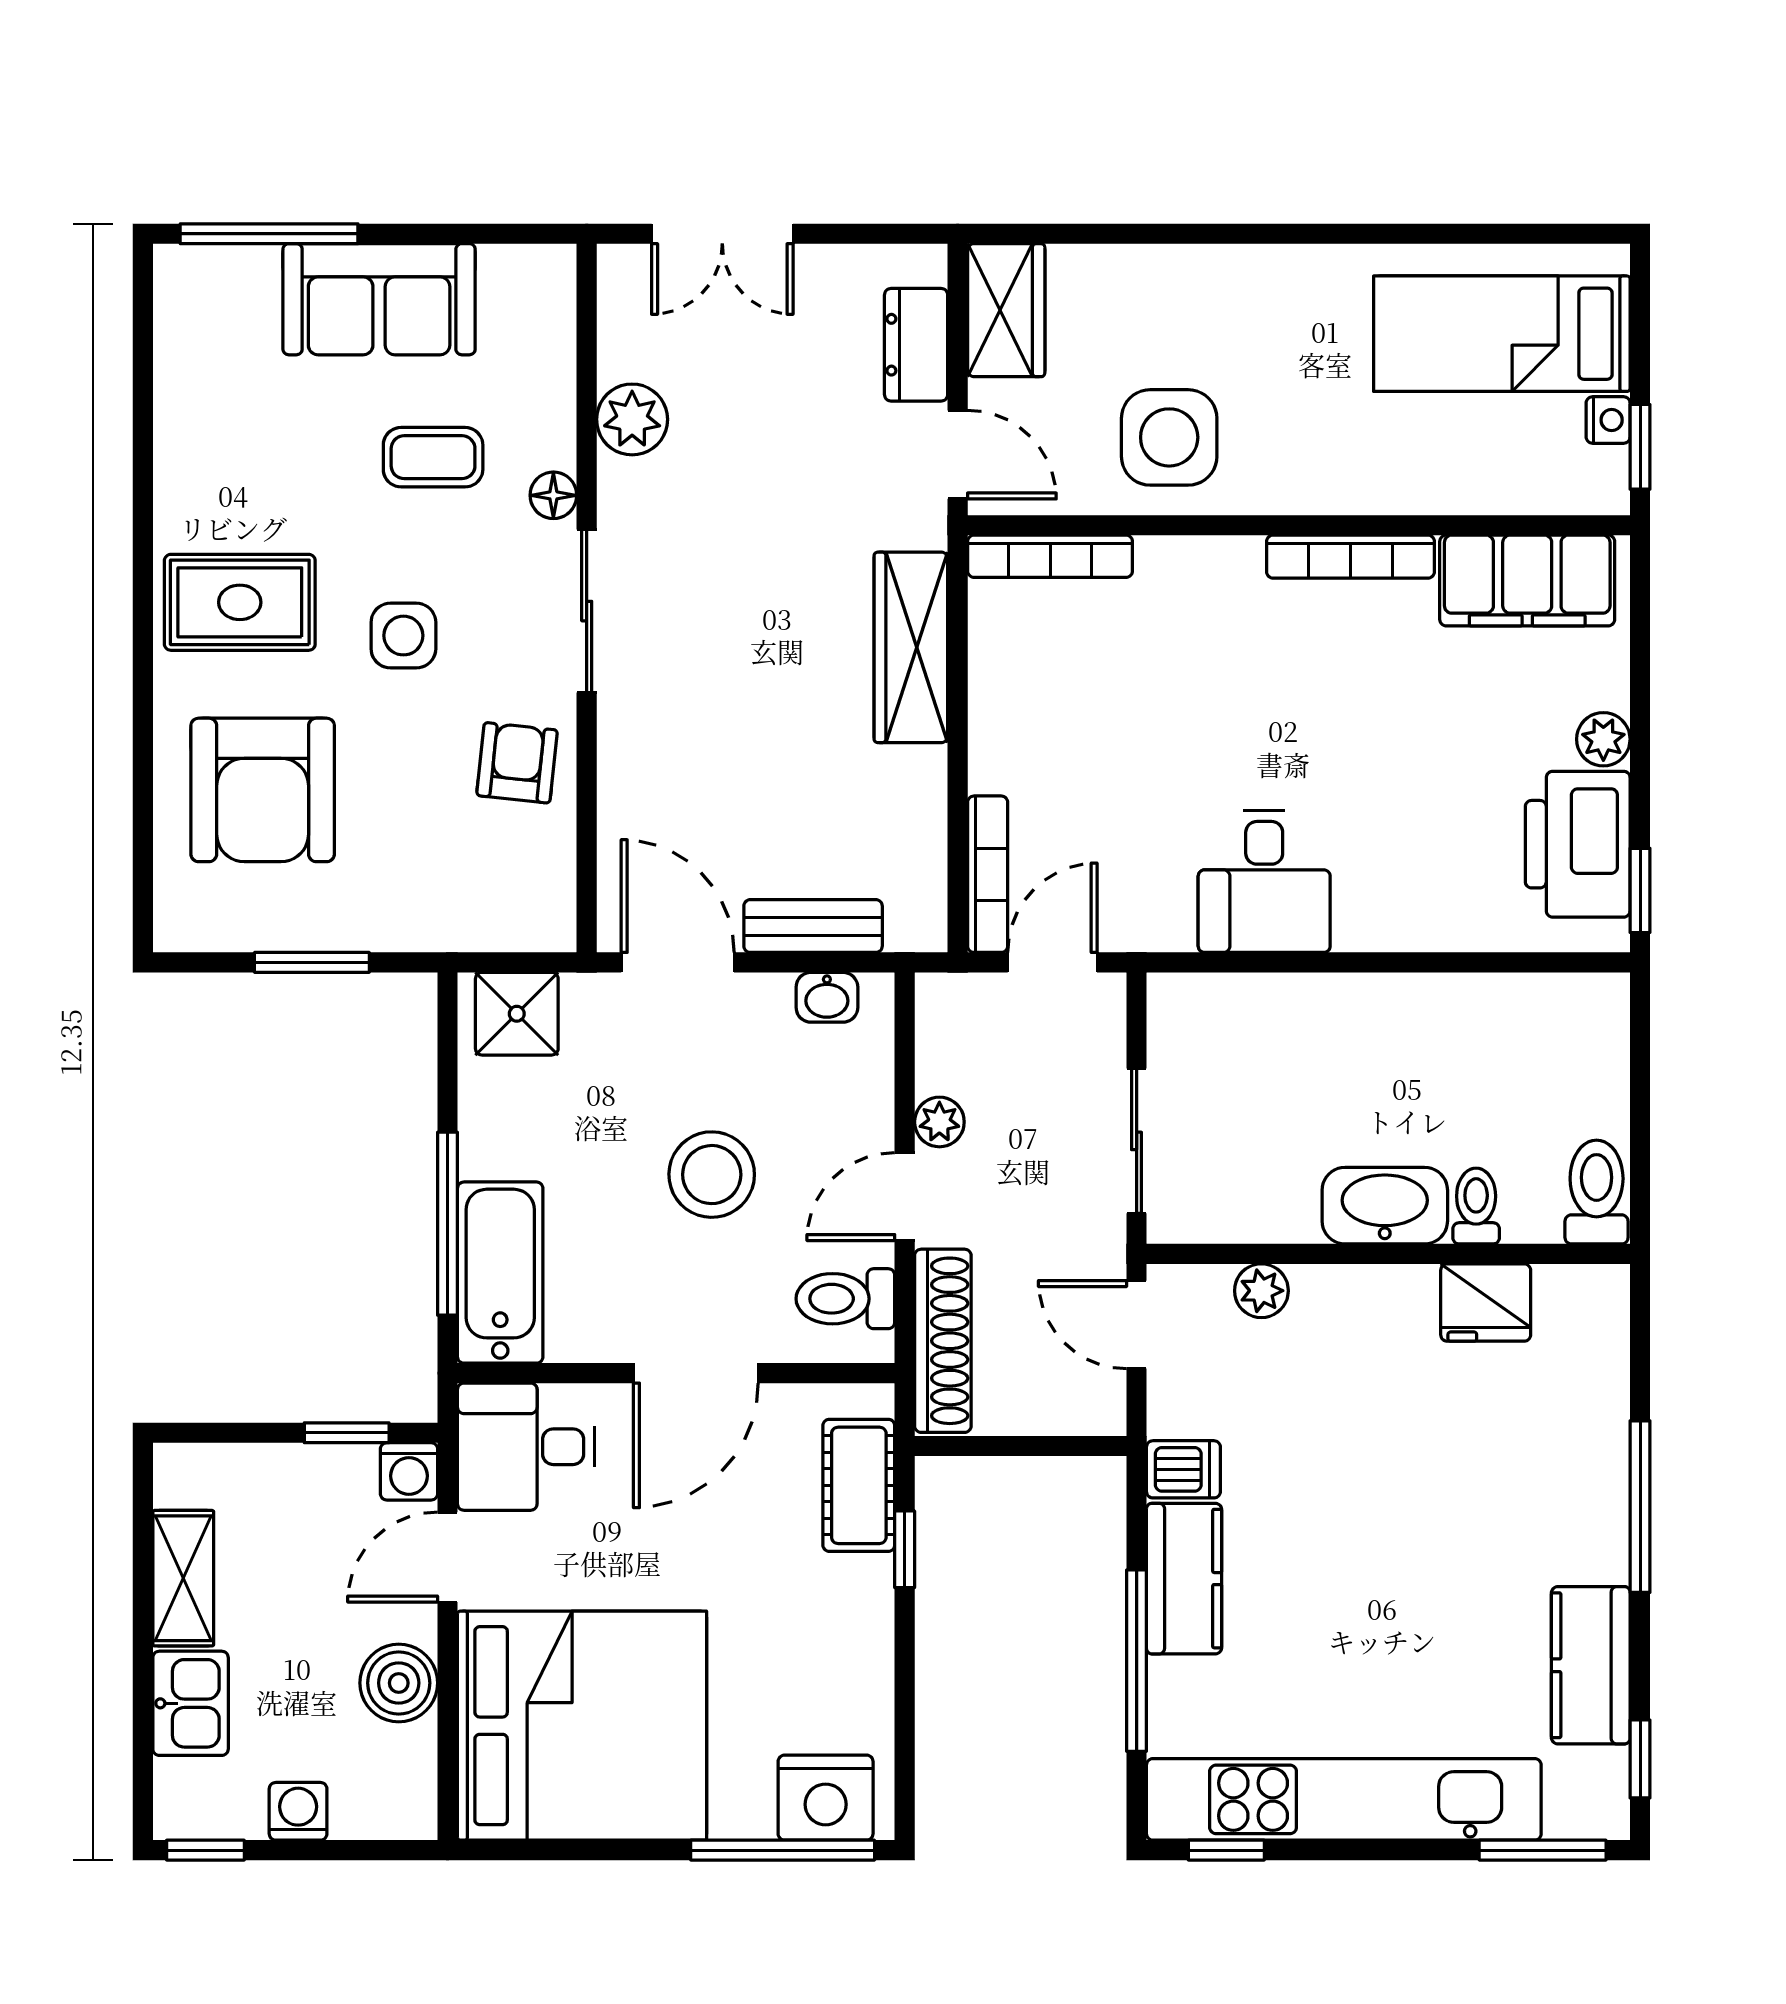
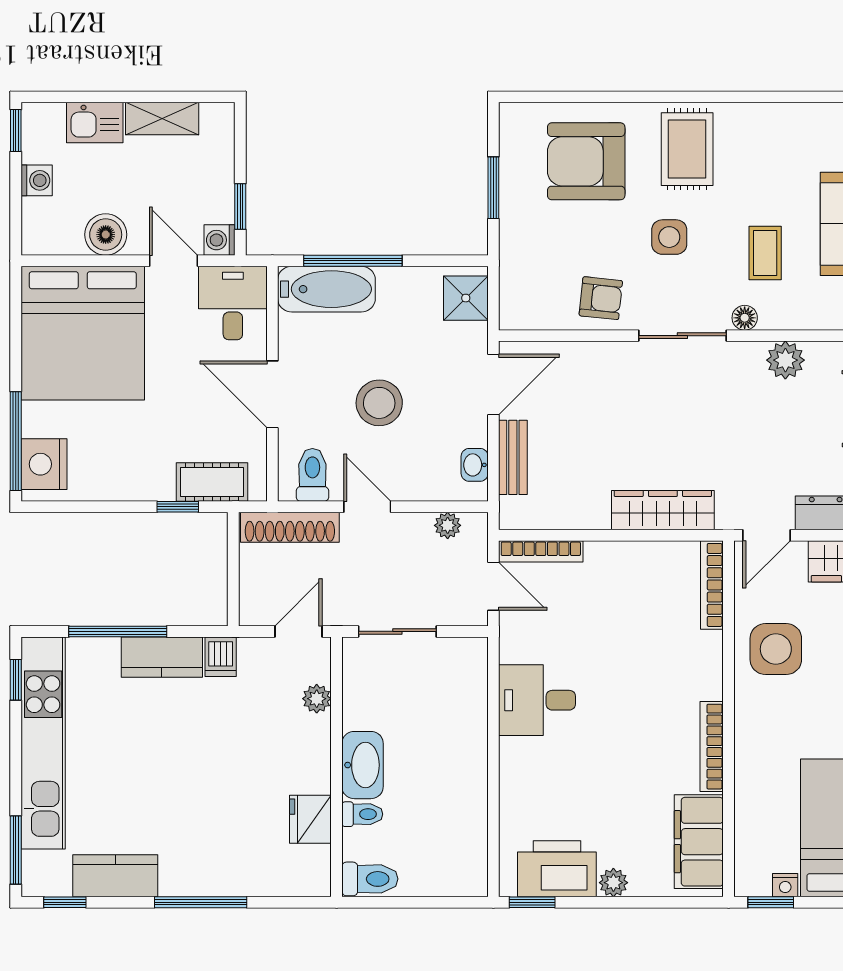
plant: (939, 1122) -> (448, 525), moved

